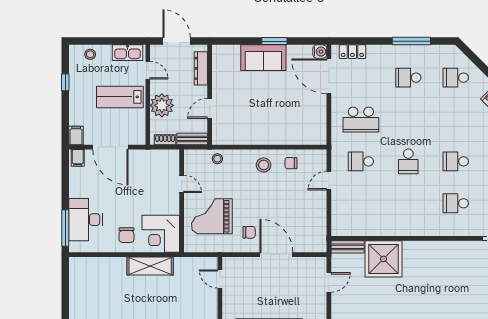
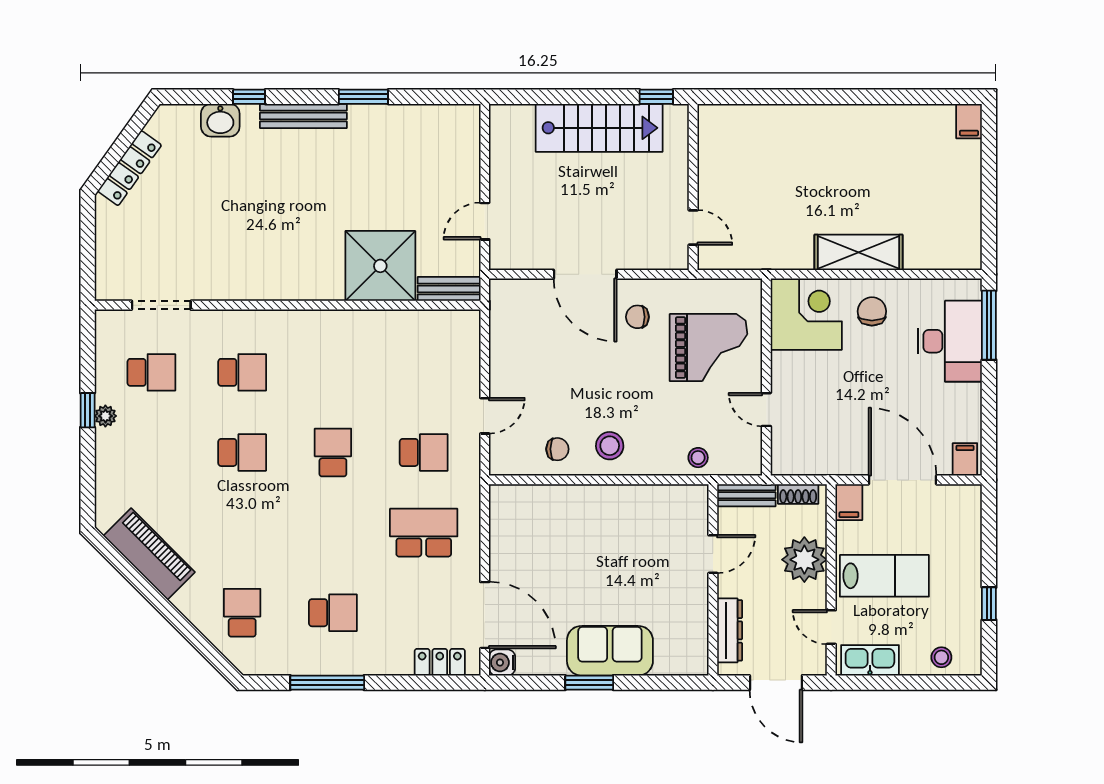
school desk: (456, 78) -> (242, 613), turned -90
filing cabinet: (76, 135) -> (849, 502), moved
shelving: (150, 266) -> (858, 252), moved

